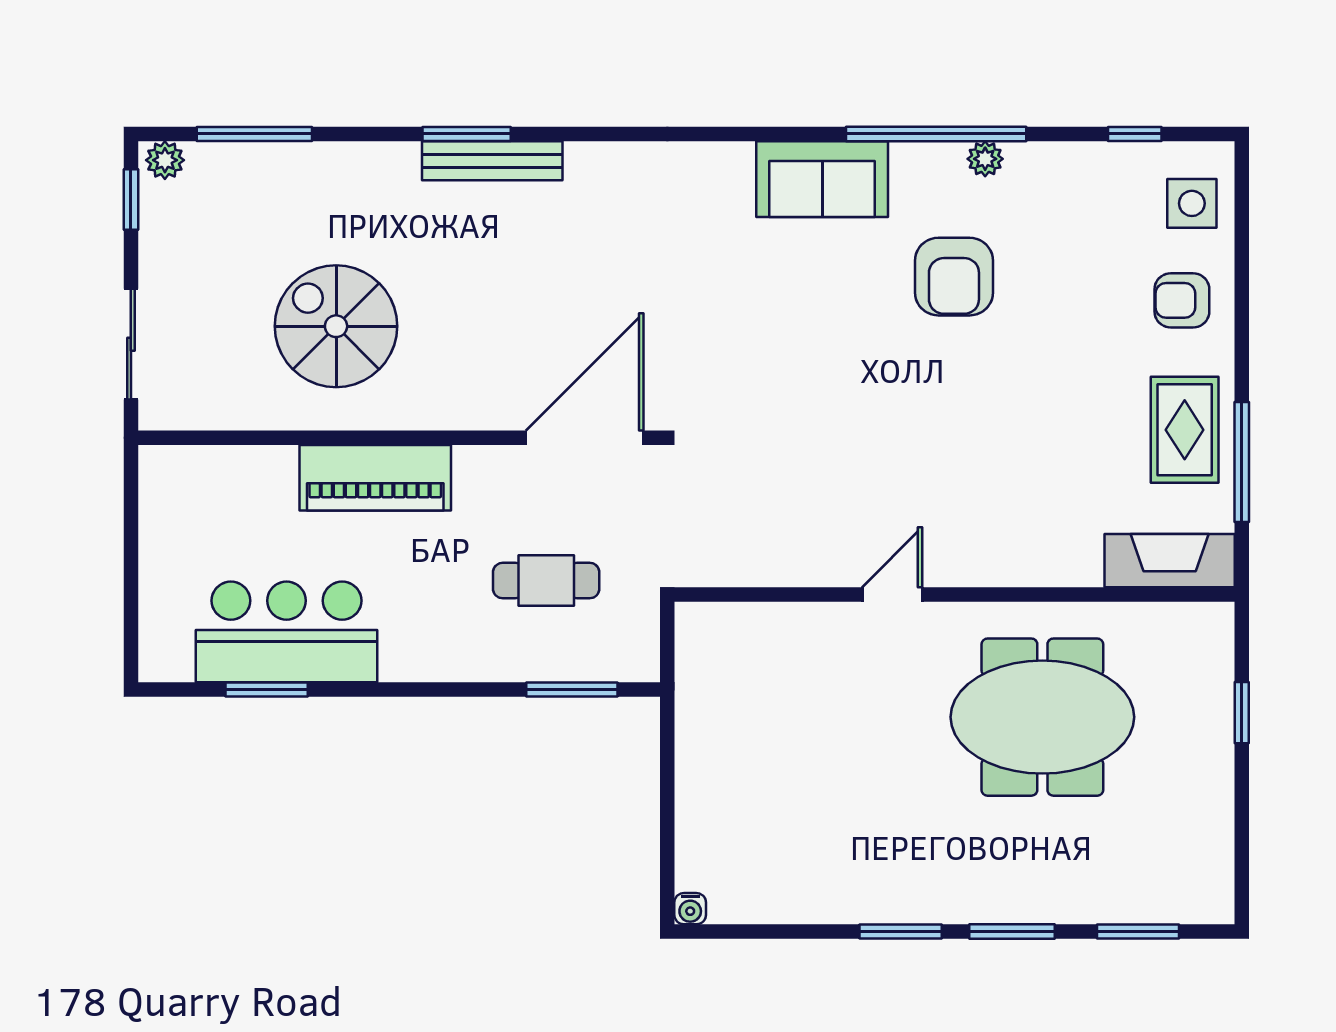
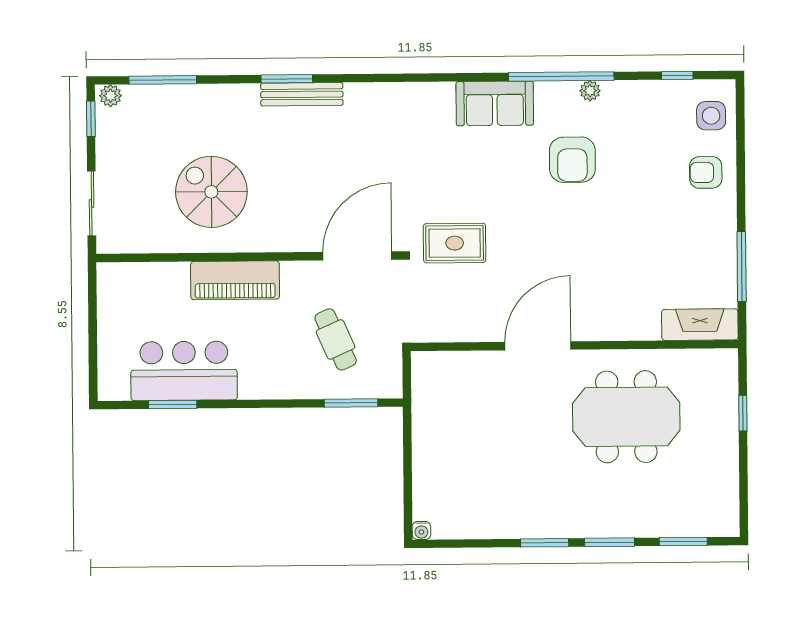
rug: (1185, 430) -> (455, 243), moved, turned 90
cafe table: (546, 581) -> (336, 339), turned 66
door: (892, 594) -> (538, 346), width x1.88

